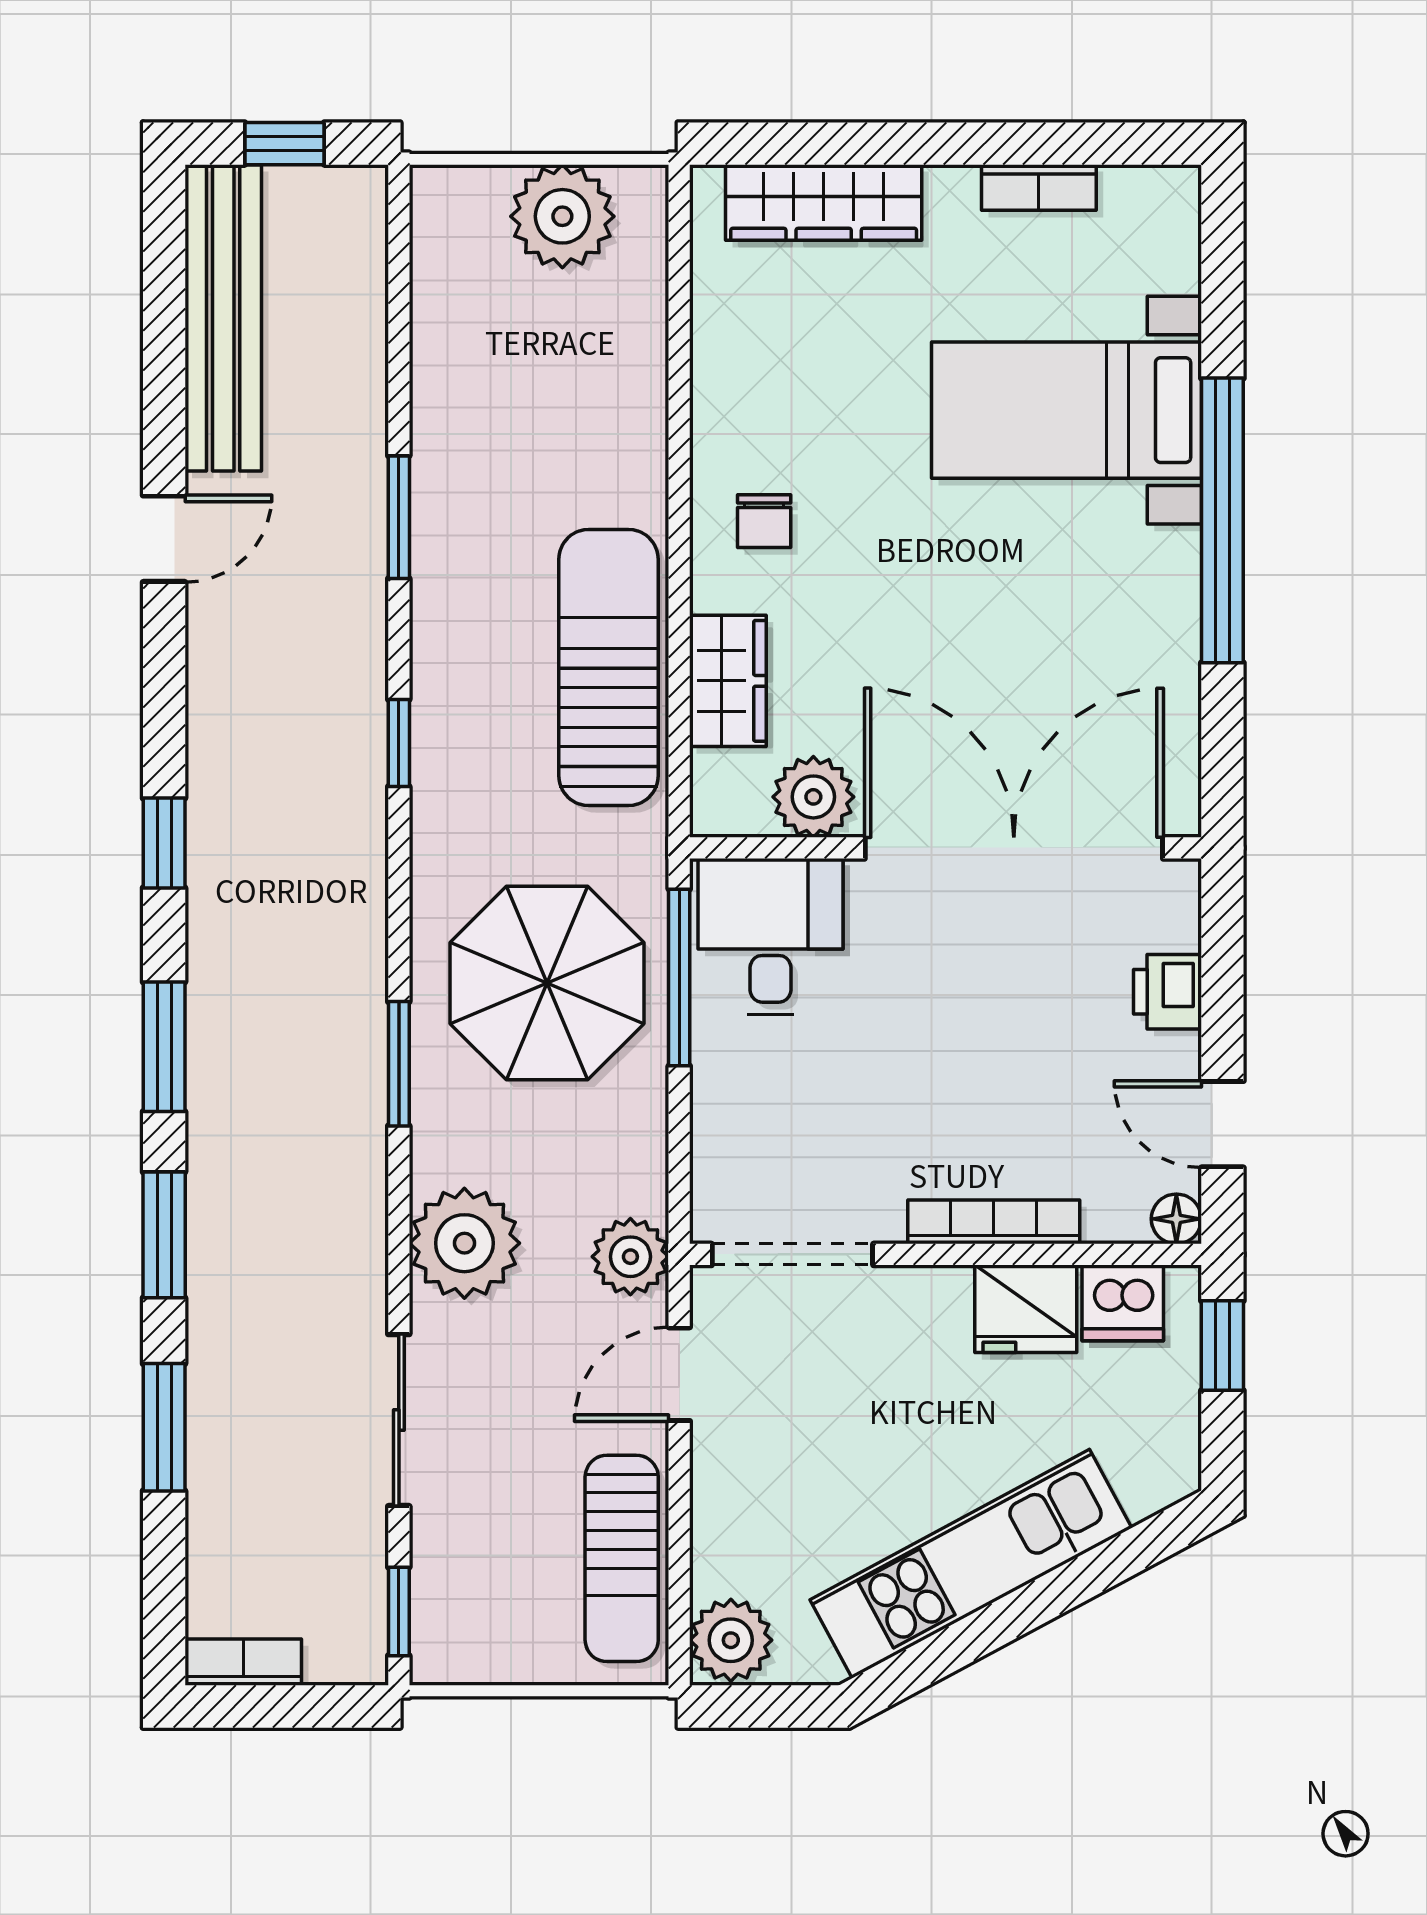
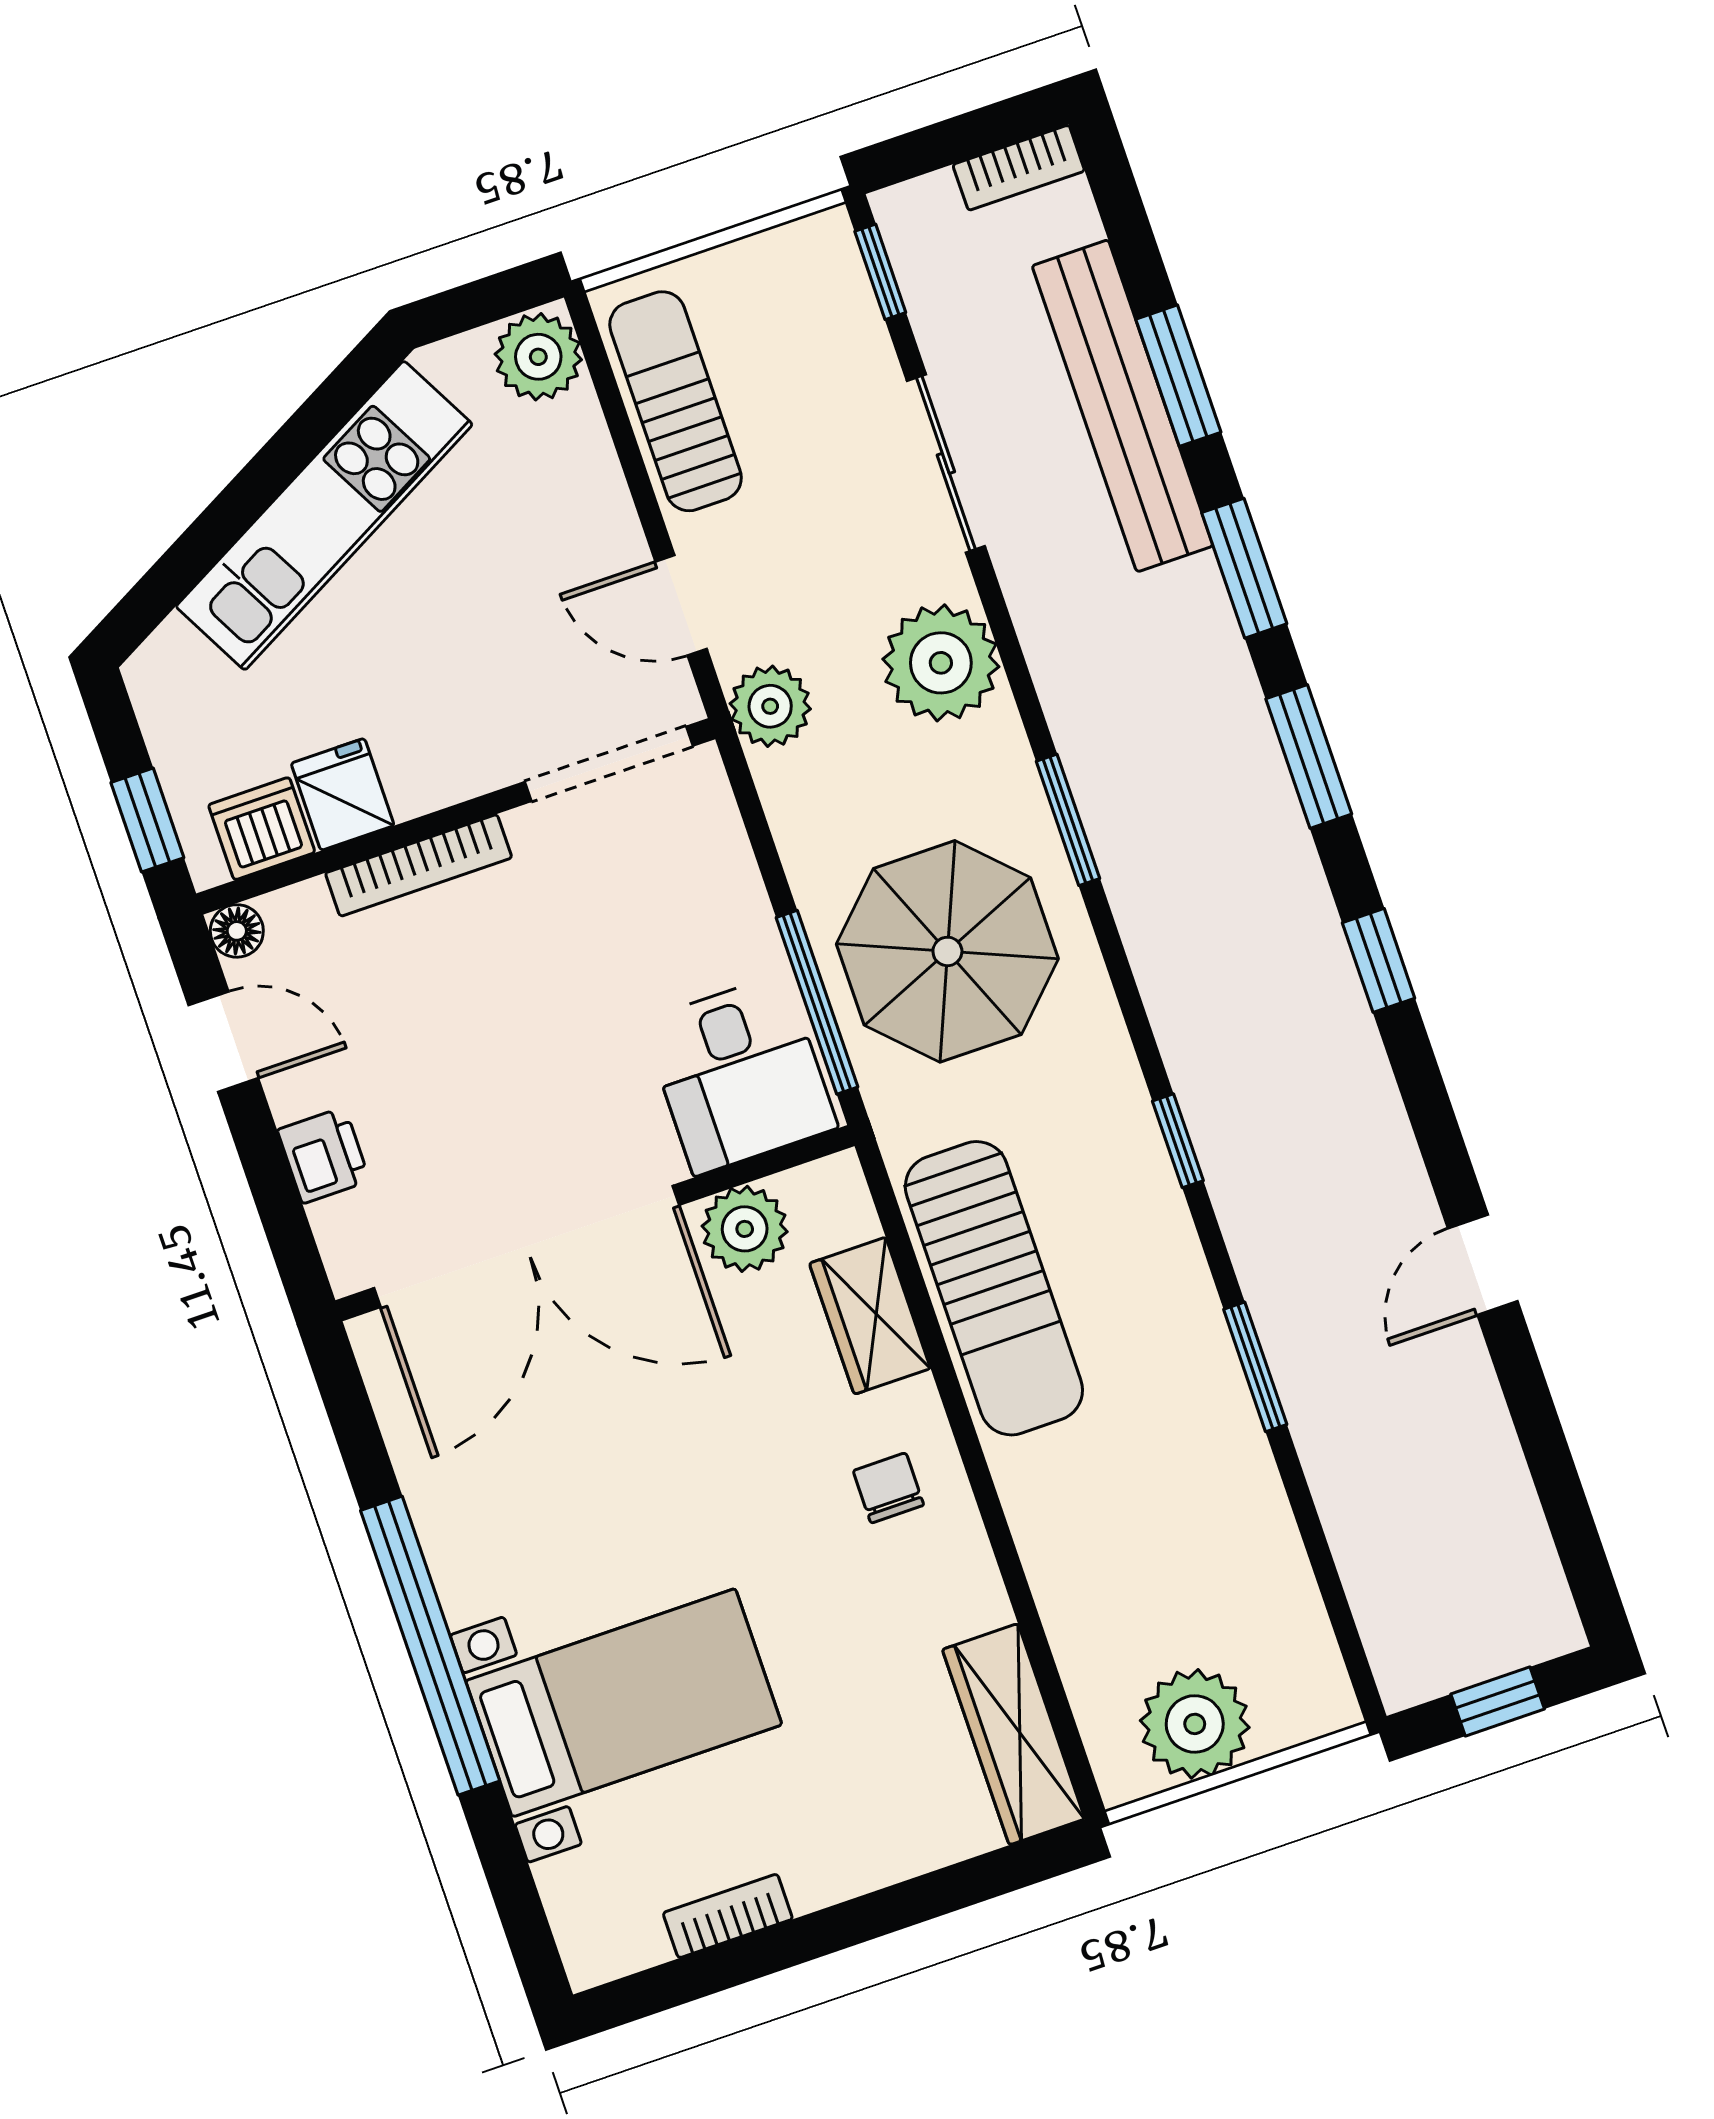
wardrobe: (824, 202) -> (1014, 1734), moved, turned -90
bench: (223, 318) -> (1123, 406), moved
fridge: (1026, 1309) -> (343, 794), width x0.72
door: (679, 1374) -> (681, 605), swing flipped

